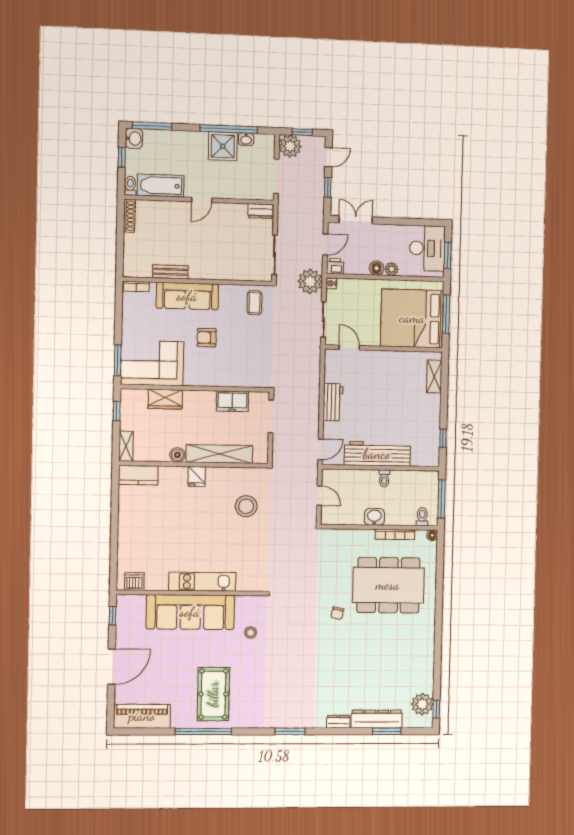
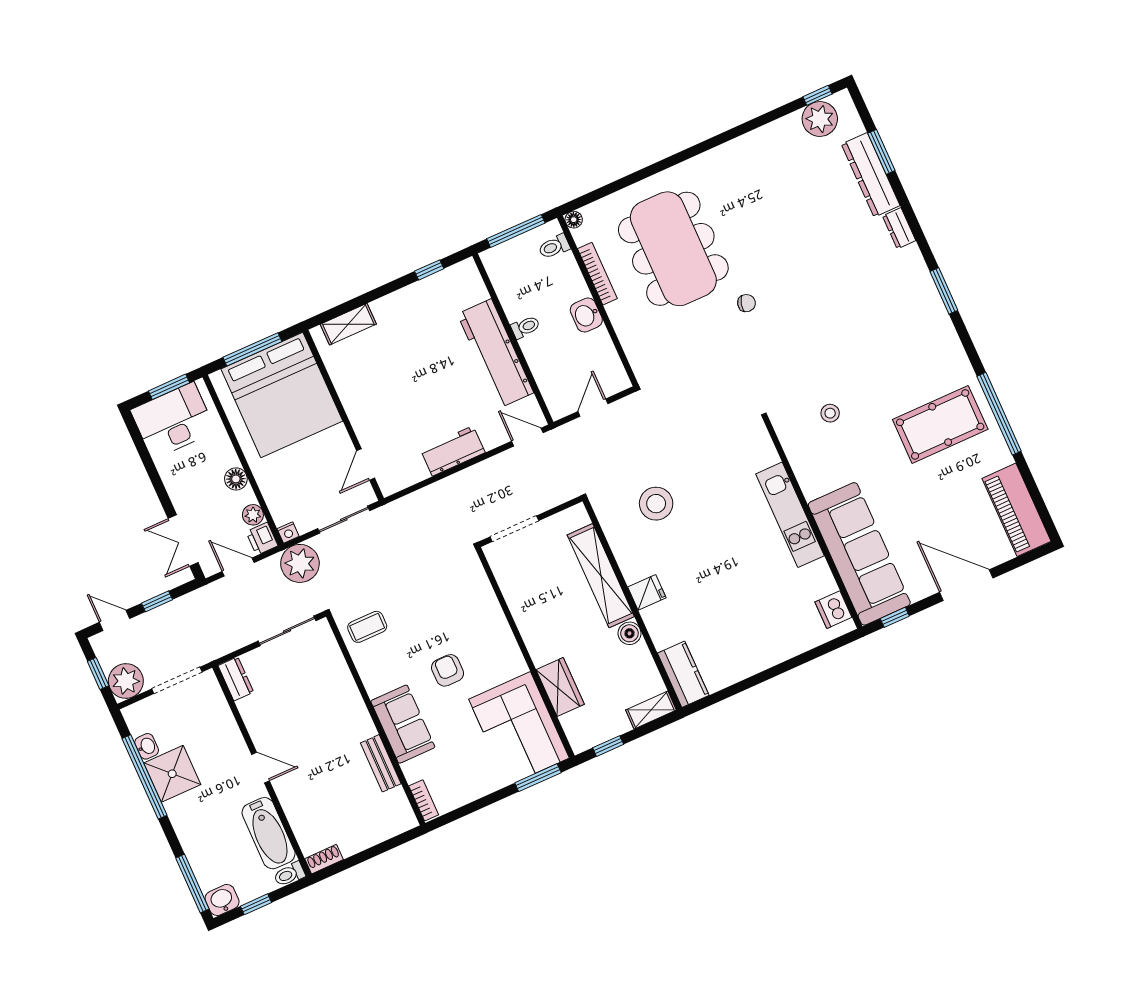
shoe rack: (129, 216) -> (324, 859), width x0.70
plant: (392, 269) -> (253, 515), moved
sofa: (187, 296) -> (403, 724), width x0.73
armchair: (207, 338) -> (448, 670), turned 180
freezer: (232, 401) -> (519, 592), removed
sofa: (190, 612) -> (859, 554), moved

